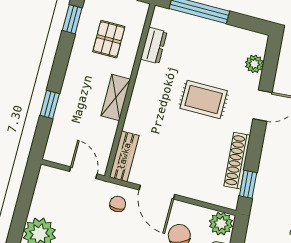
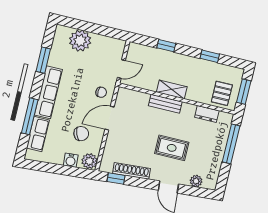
window: (72, 19) -> (210, 56), moved
pallet: (109, 39) -> (222, 93), moved, turned 90
rug: (204, 99) -> (172, 148), turned 90
bench: (124, 156) -> (165, 104), moved

